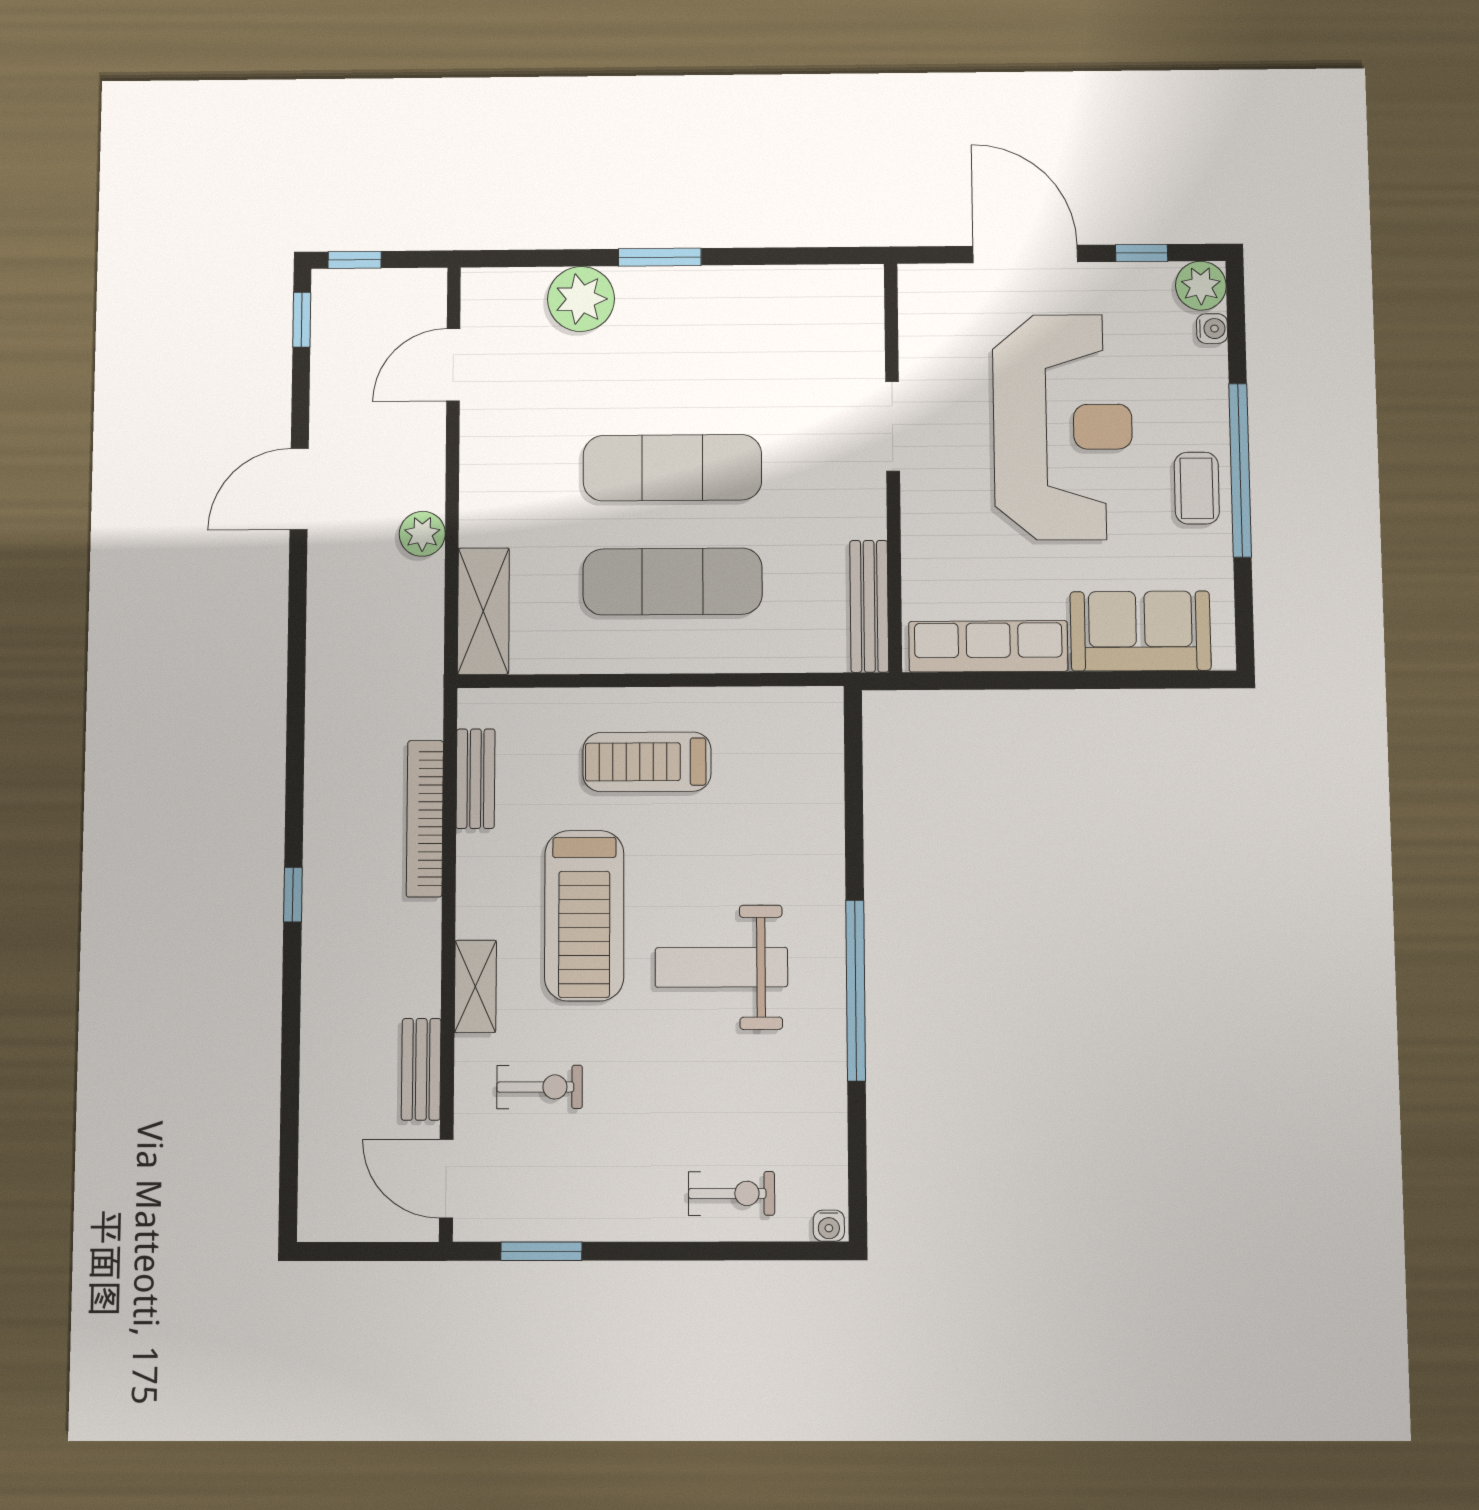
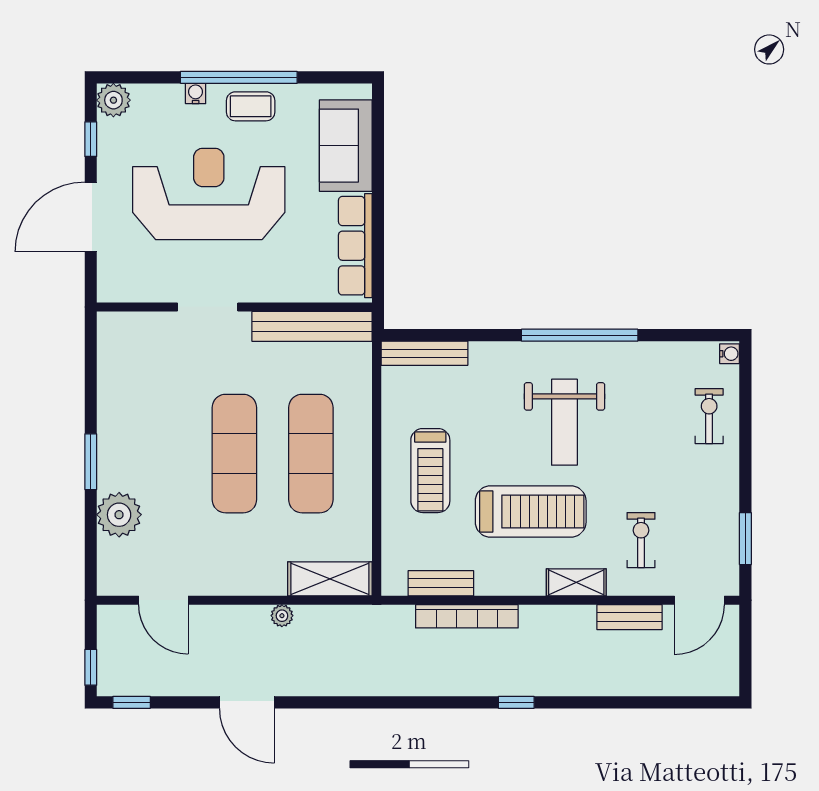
water cooler: (1212, 329) -> (196, 93), moved
plant: (422, 534) -> (282, 616), width x0.73, depth x0.73
bench: (869, 606) -> (312, 326), width x1.37, depth x1.21
bench: (826, 752) -> (424, 353), added

